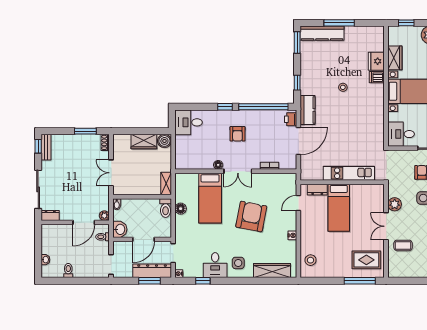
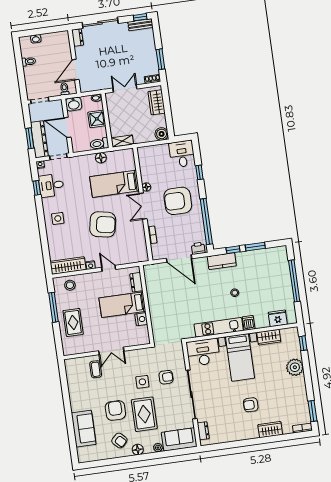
window: (339, 23) -> (294, 281), width x1.46
kitchen counter: (322, 33) -> (282, 266), removed
window: (297, 42) -> (255, 247), moved
fridge: (376, 61) -> (278, 318), moved
window: (225, 107) -> (199, 172), moved
kitchen counter: (308, 110) -> (222, 261), moved
armchair: (237, 134) -> (178, 201), width x1.88, depth x1.88
desk: (401, 134) -> (203, 352), width x1.37
wardrobe: (144, 142) -> (157, 102), moved
kitchen unit: (349, 173) -> (219, 327), moved, turned -90
nightstand: (357, 190) -> (141, 319), added
door: (298, 203) -> (109, 268), moved
plant: (395, 204) -> (133, 356), removed
shower: (139, 207) -> (97, 119), added
plant: (104, 216) -> (84, 88), removed
door: (84, 222) -> (75, 70), hinge flipped
double door: (386, 226) -> (111, 351), swing flipped
rug: (366, 260) -> (73, 322), moved
desk: (215, 265) -> (51, 185), moved
wardrobe: (272, 271) -> (68, 266), moved, turned -90
window: (360, 281) -> (54, 307), moved

